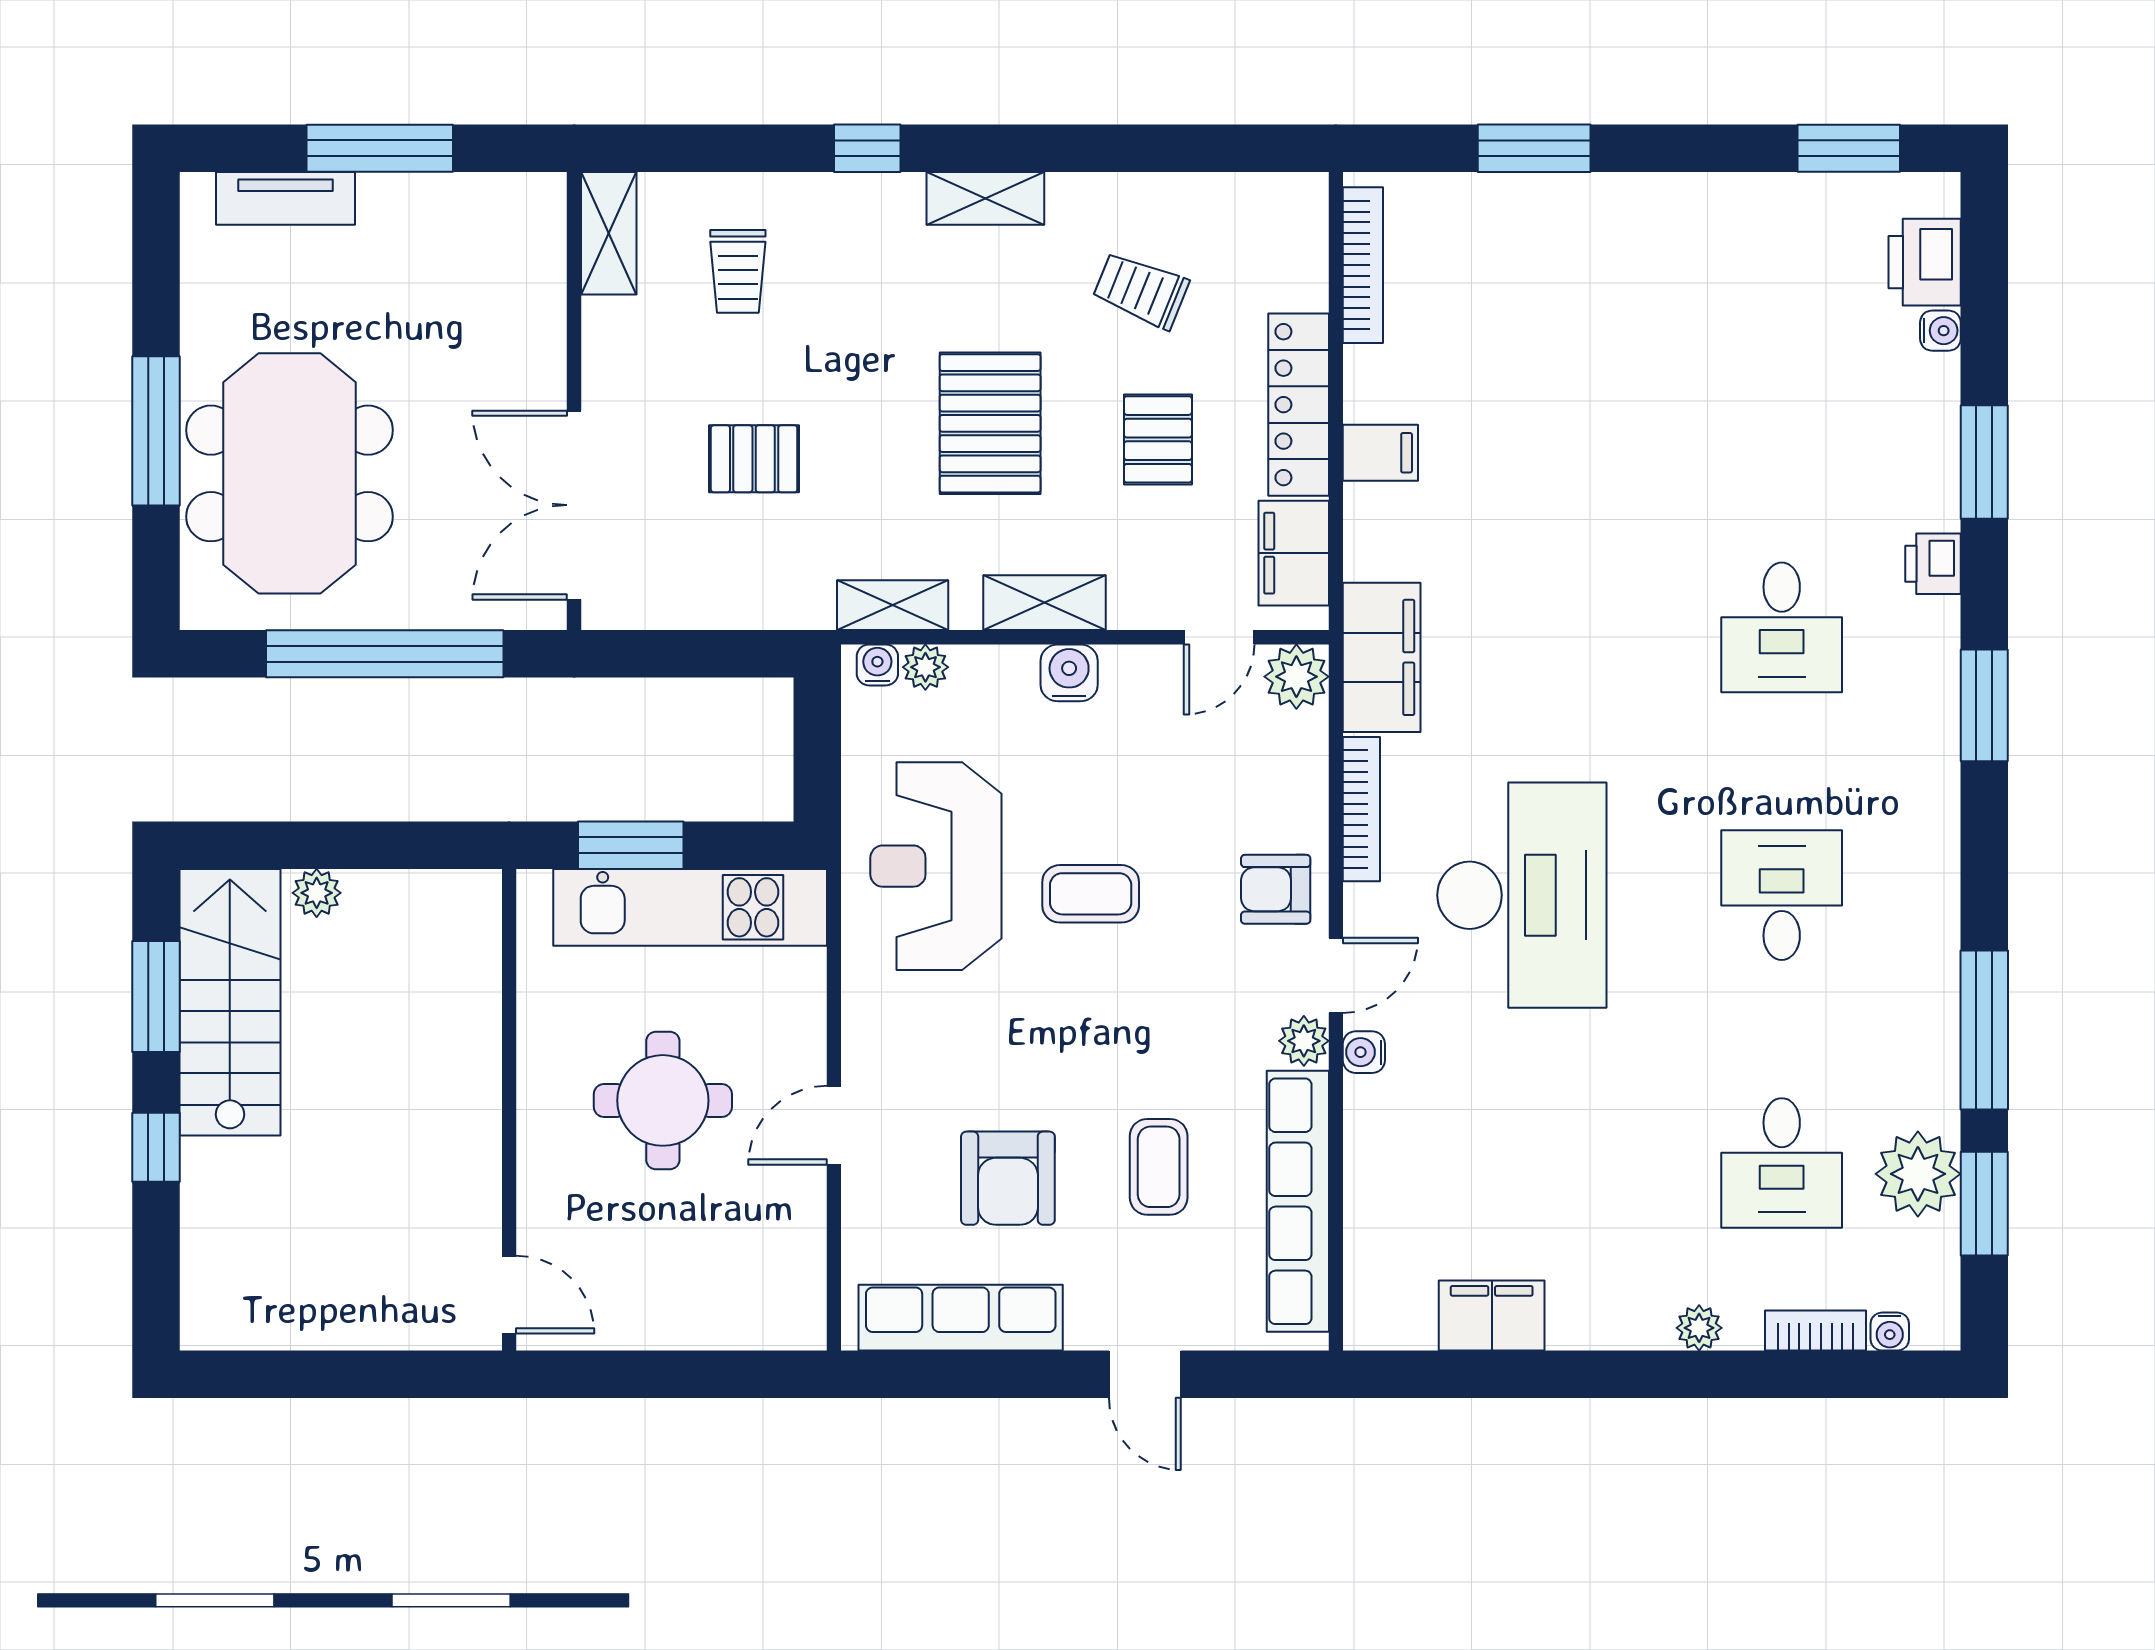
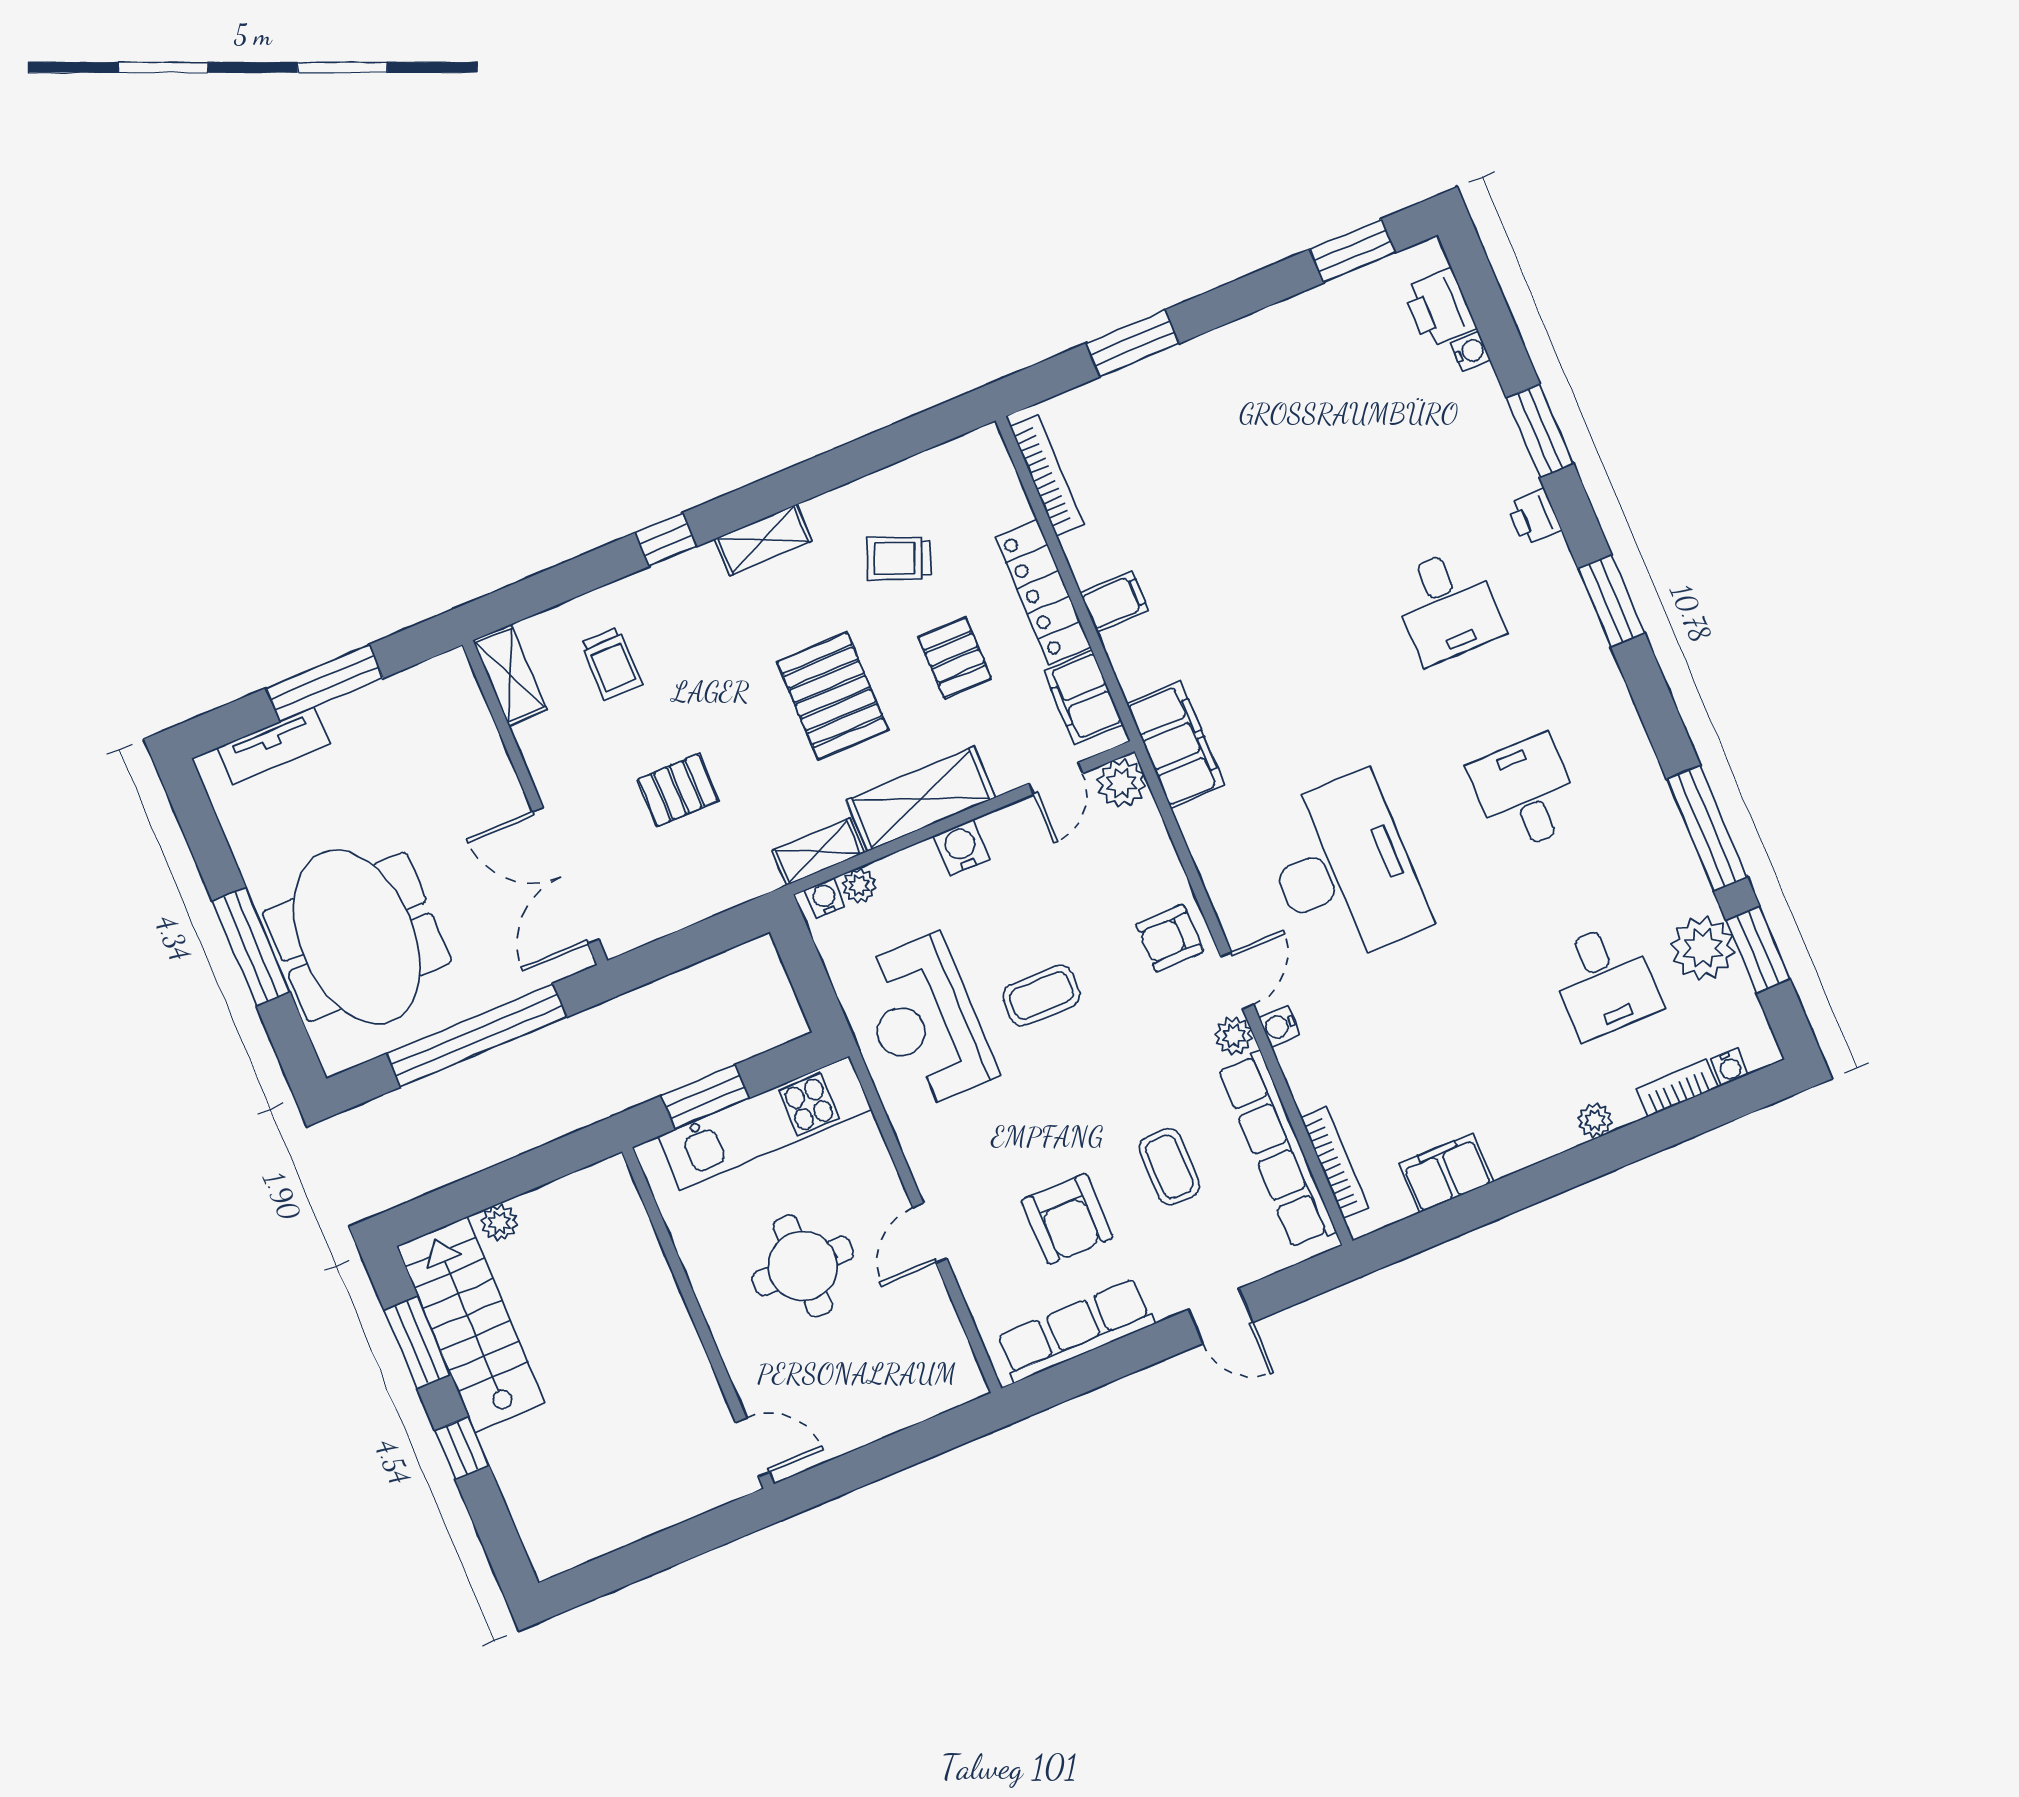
shelving: (1045, 603) -> (921, 799), width x1.50, depth x1.33
bookcase: (1361, 809) -> (1335, 1162), moved

